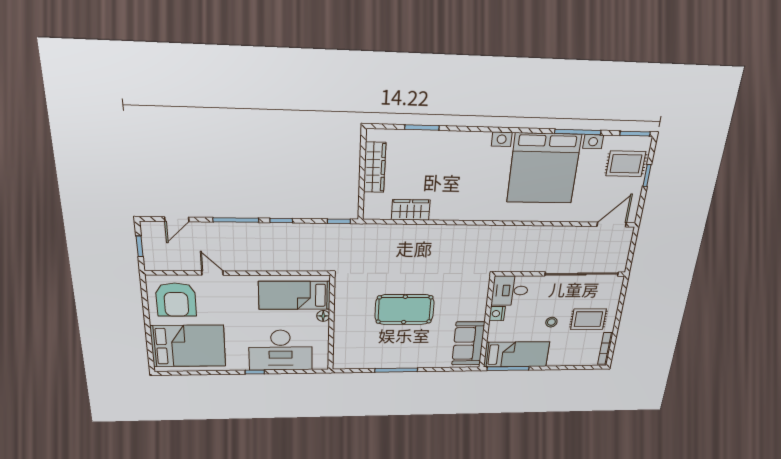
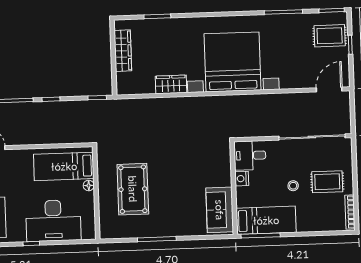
bed with nightstands: (544, 169) -> (232, 62), moved, turned 180
wardrobe: (411, 210) -> (171, 84), moved
pool table: (404, 309) -> (133, 189), moved, turned 90

